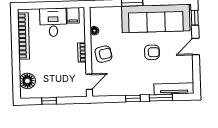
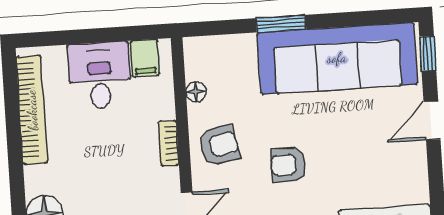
armchair: (152, 52) -> (288, 165), moved, turned 180

